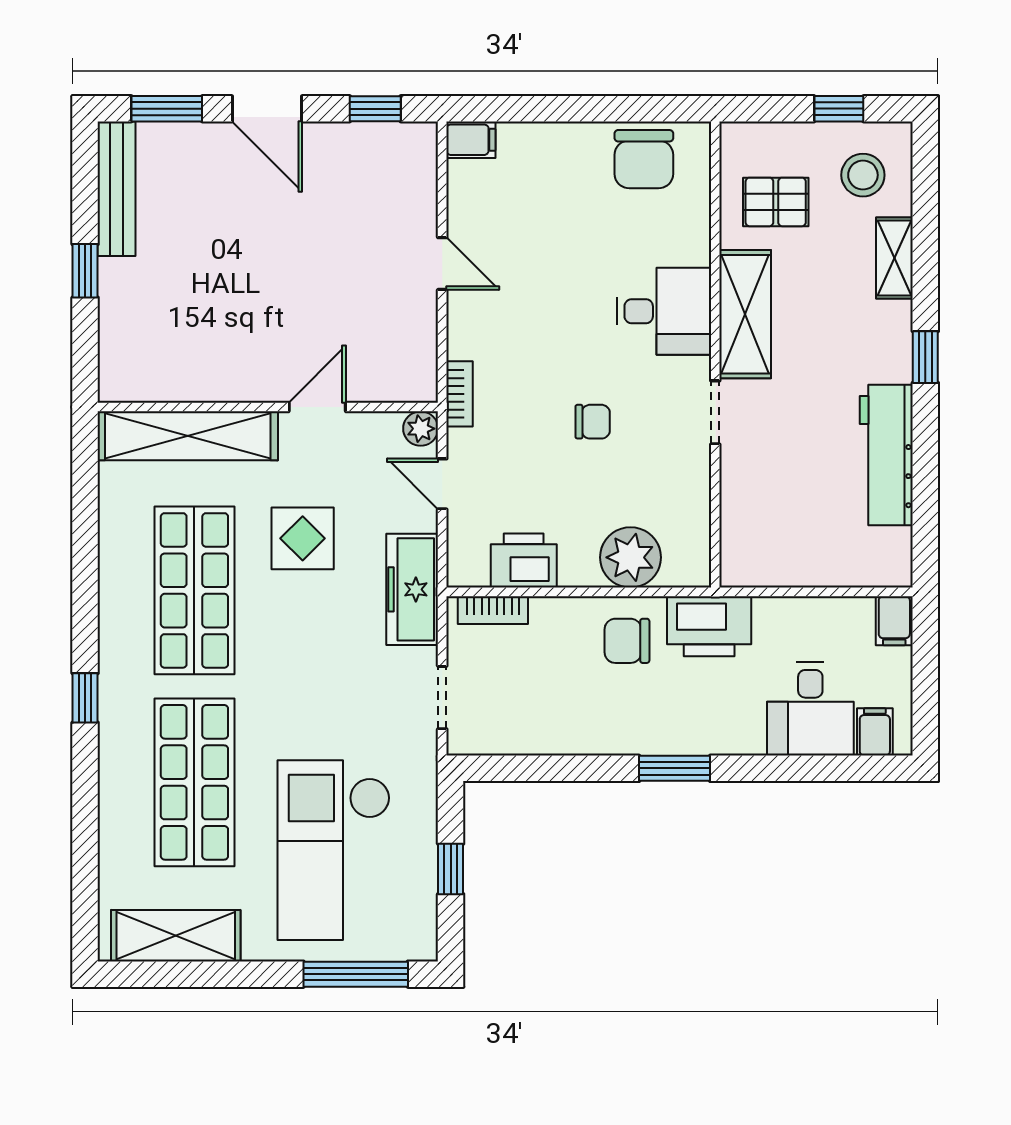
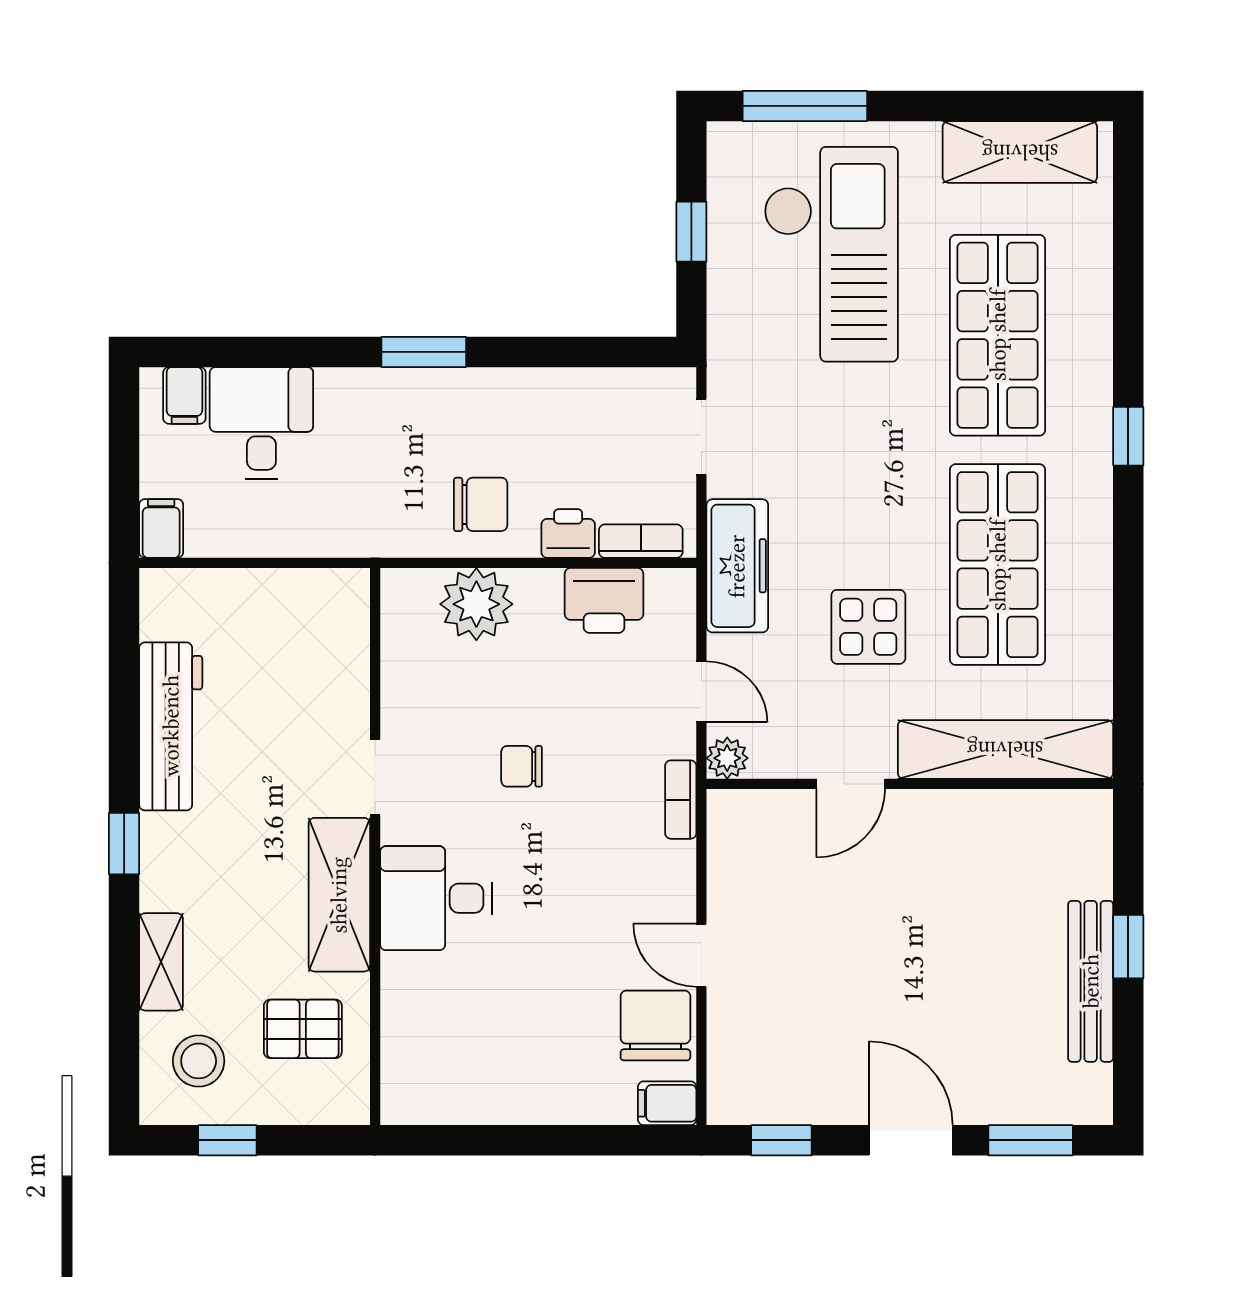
chair: (644, 159) -> (655, 1025), moved
bench: (117, 189) -> (1091, 981), moved
printer: (709, 626) -> (568, 533), moved, width x0.53, depth x0.68

